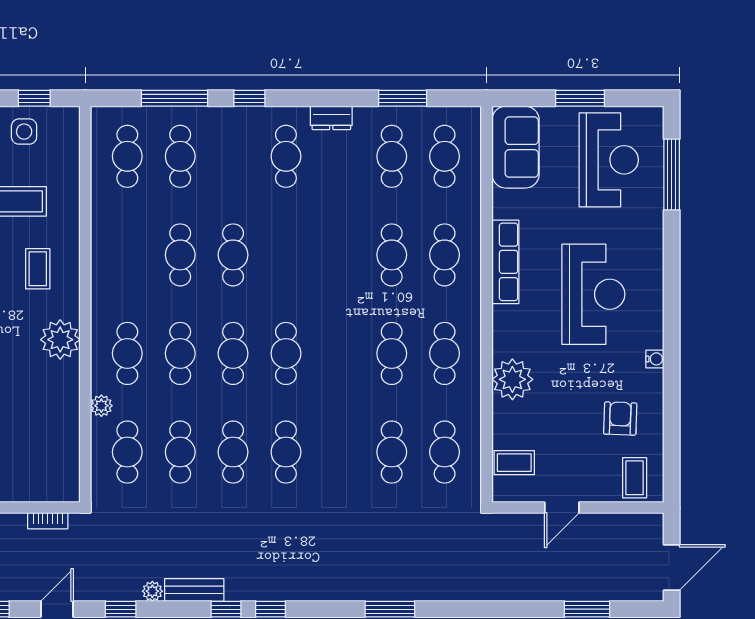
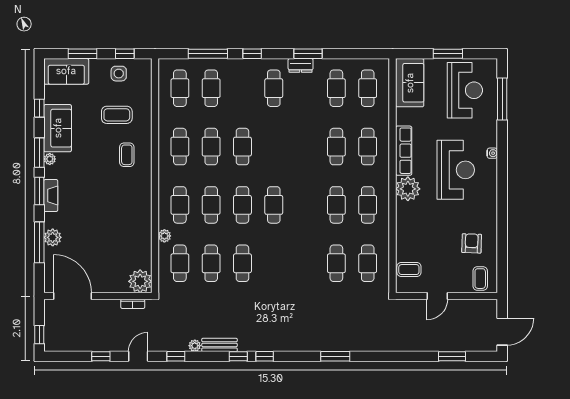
window: (403, 98) -> (308, 54), moved
plant: (60, 340) -> (140, 281), moved
water cooler: (655, 359) -> (492, 153), moved
plant: (512, 379) -> (408, 189), moved
cafe table: (286, 452) -> (180, 147), moved

